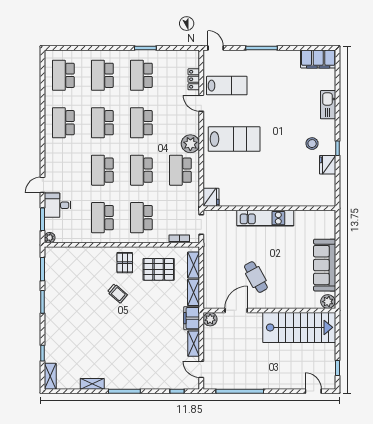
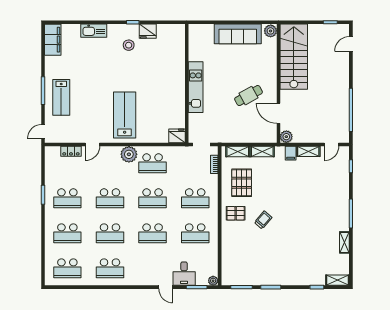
lab bench: (227, 86) -> (61, 97), moved, turned 180
filing cabinet: (192, 318) -> (291, 153), width x0.50

